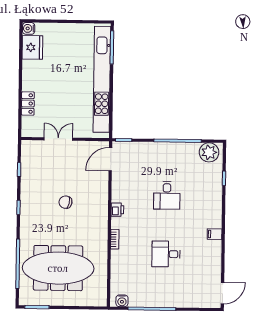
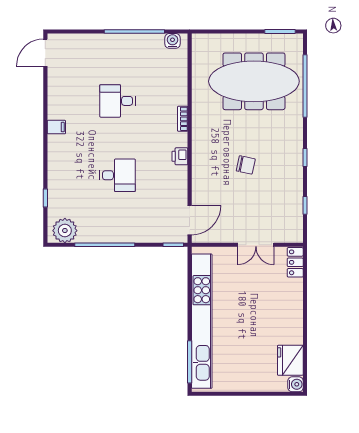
locker: (28, 104) -> (295, 262), moved
desk: (167, 195) -> (117, 175), turned 90
desk: (166, 254) -> (117, 101), turned 180

